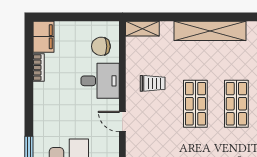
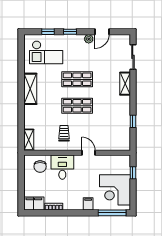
shelving: (210, 31) -> (30, 89), width x0.68
filing cabinet: (43, 121) -> (88, 204), added
door: (122, 121) -> (89, 153), swing flipped

